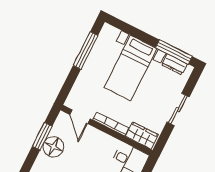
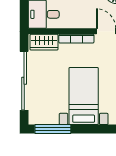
dresser: (174, 64) -> (47, 118), removed
sliding door: (178, 109) -> (24, 81), width x1.86

